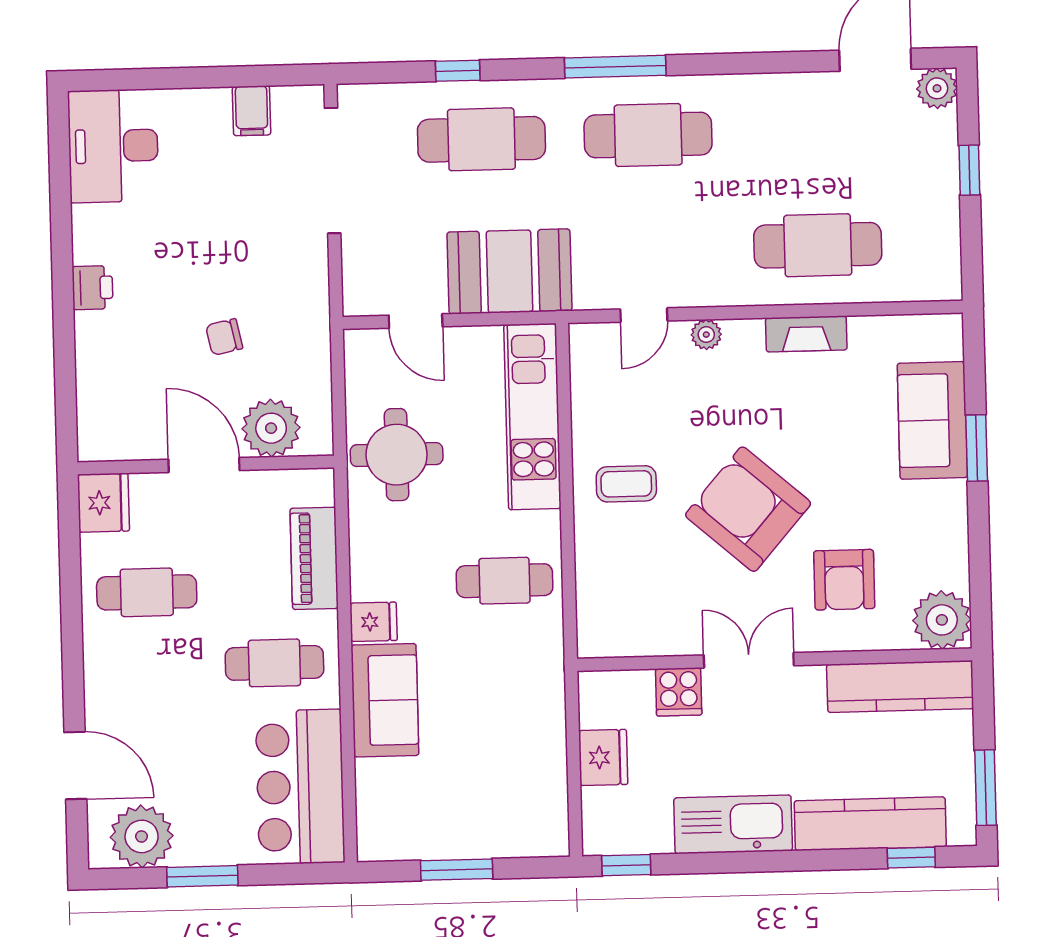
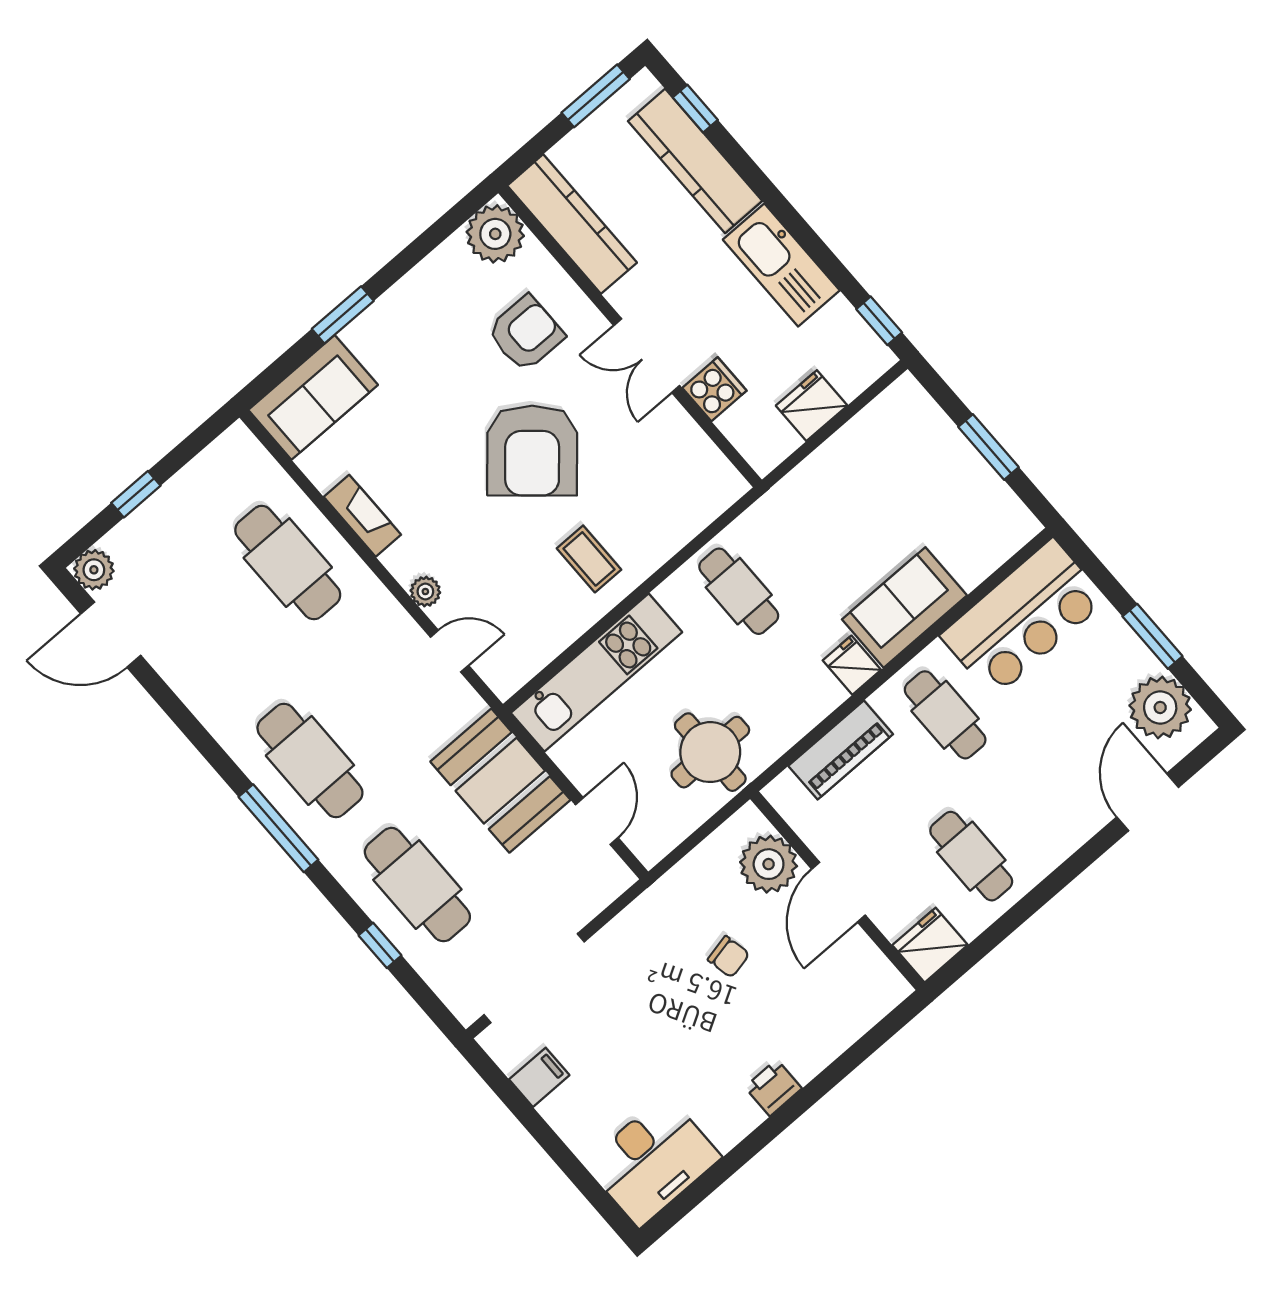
sofa: (932, 420) -> (313, 397), moved

